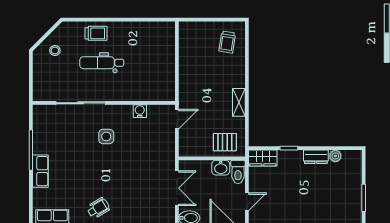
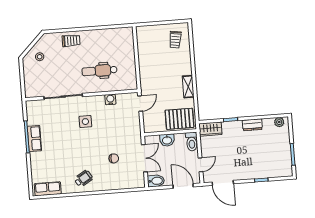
dental chair: (102, 63) -> (99, 71), moved
pallet: (225, 142) -> (179, 119), width x1.50, depth x1.42
plant: (335, 156) -> (279, 122), moved
washbasin: (221, 168) -> (167, 140), moved
row of seats: (40, 171) -> (34, 138), moved
chair: (138, 186) -> (114, 158), added

